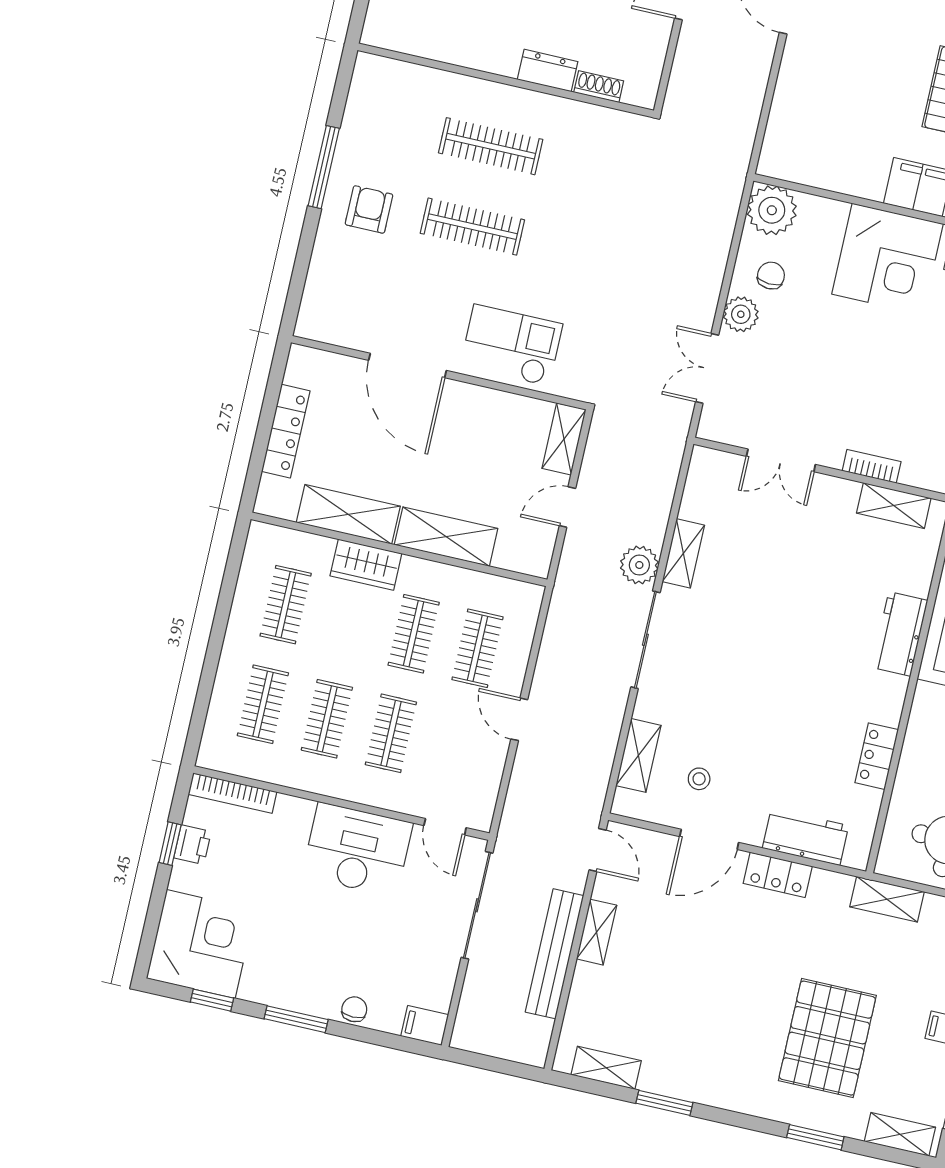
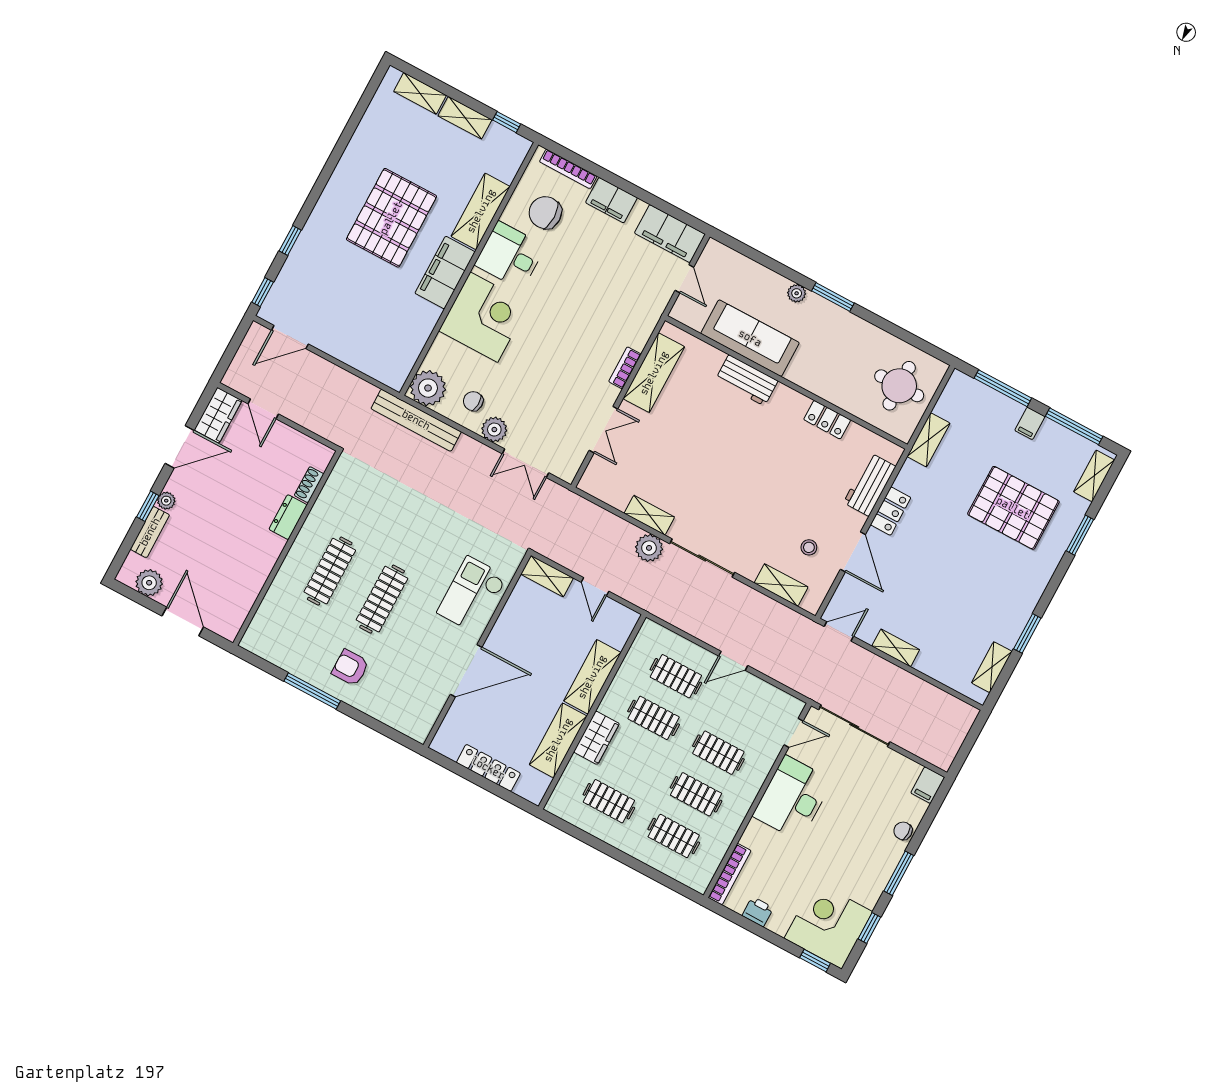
shelving: (894, 506) -> (654, 373), width x1.50, depth x1.33
window: (170, 844) -> (815, 961), moved
bench: (555, 954) -> (416, 420), moved

